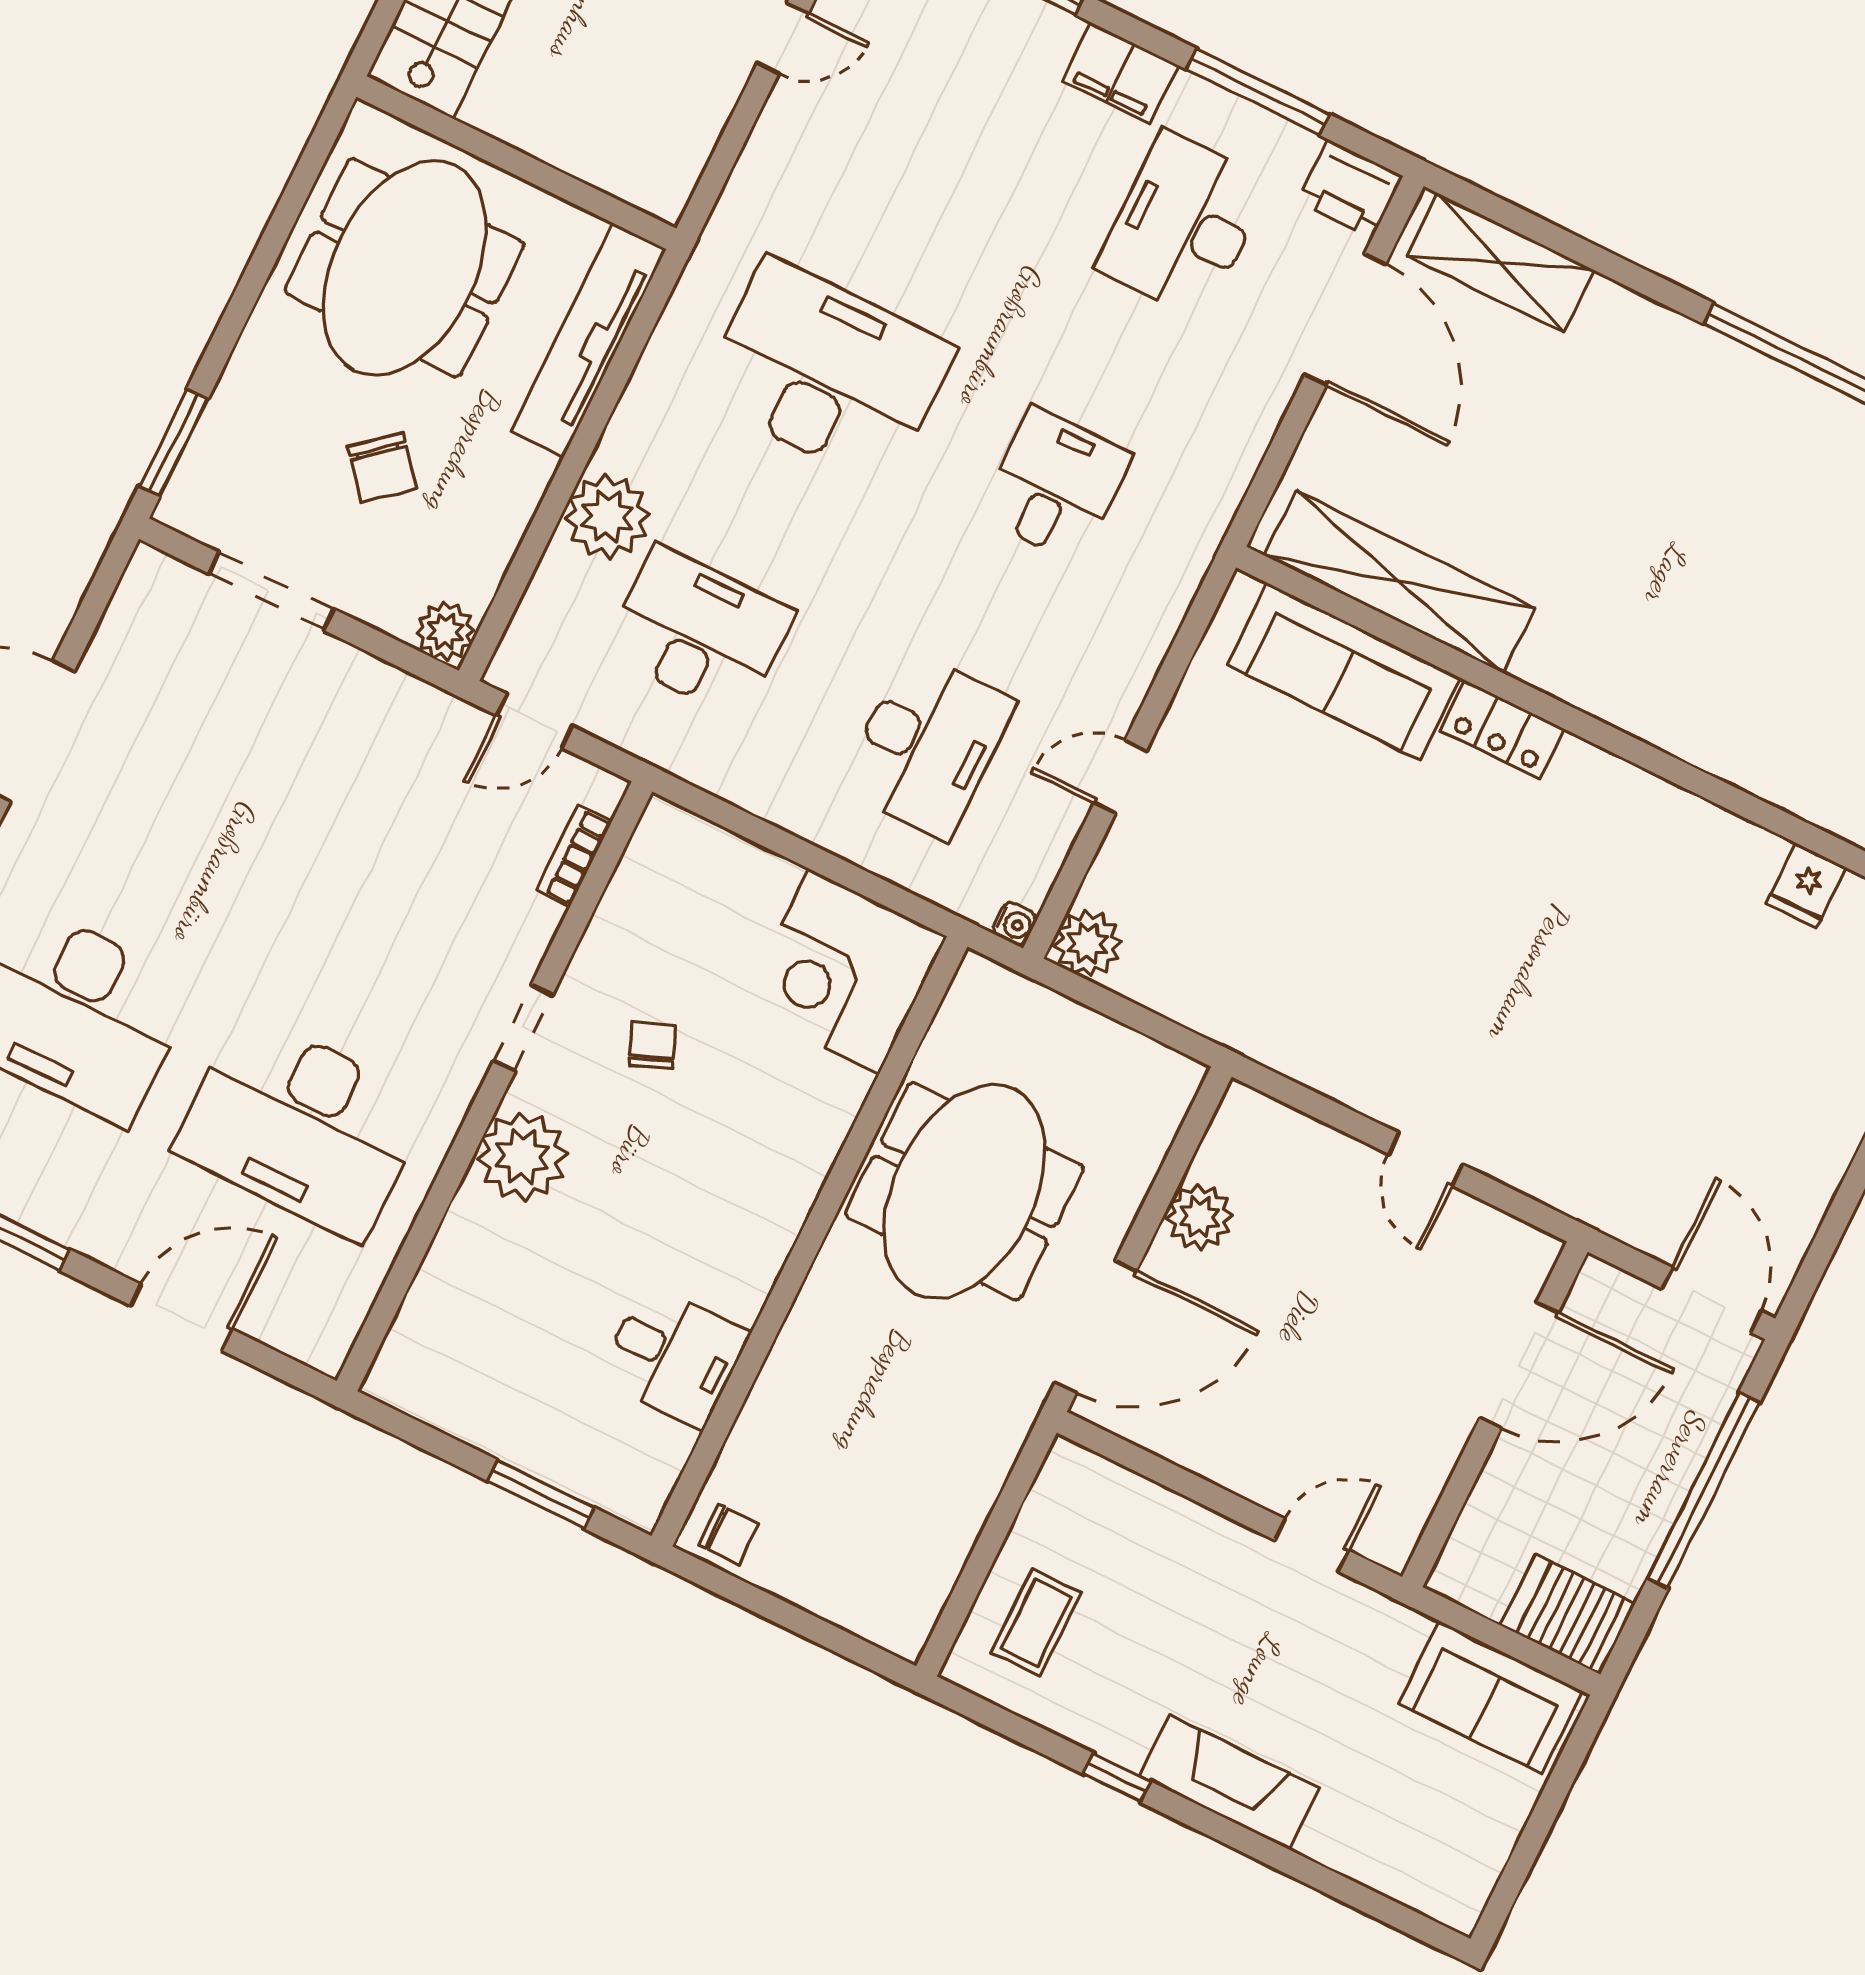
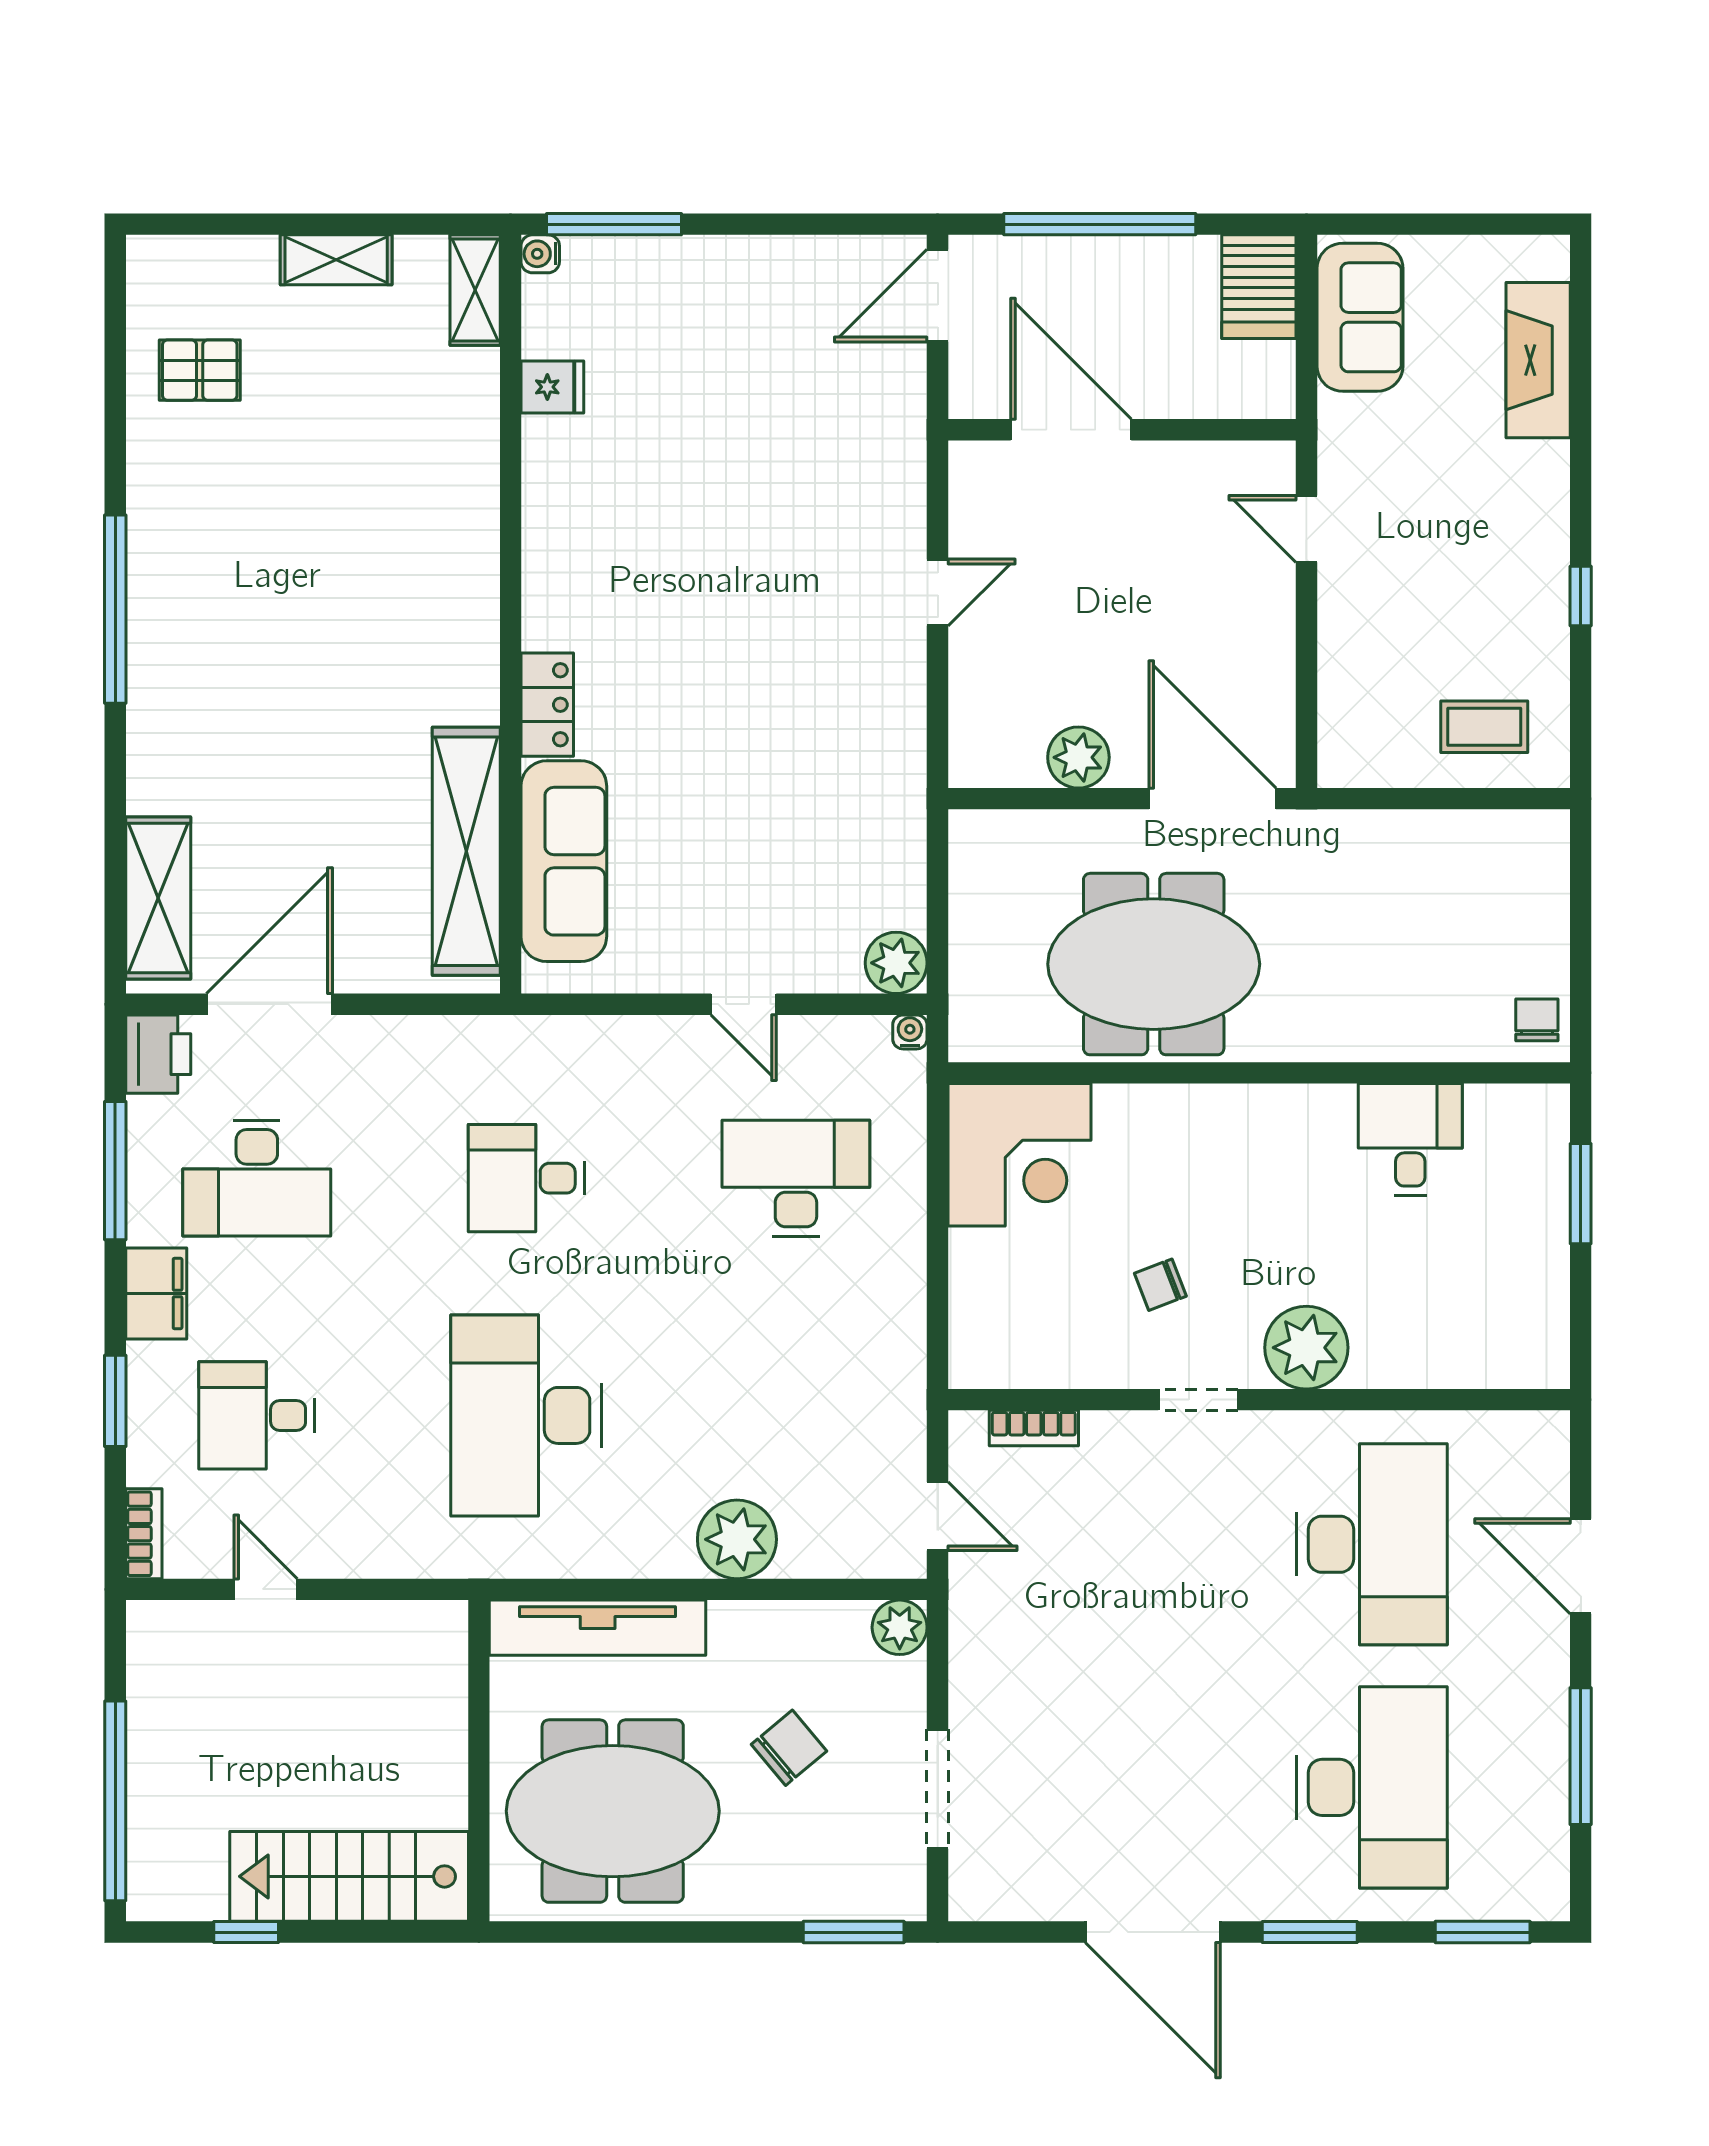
desk: (699, 632) -> (257, 1415), moved, width x0.73
fireplace: (1229, 1782) -> (1538, 360), moved

